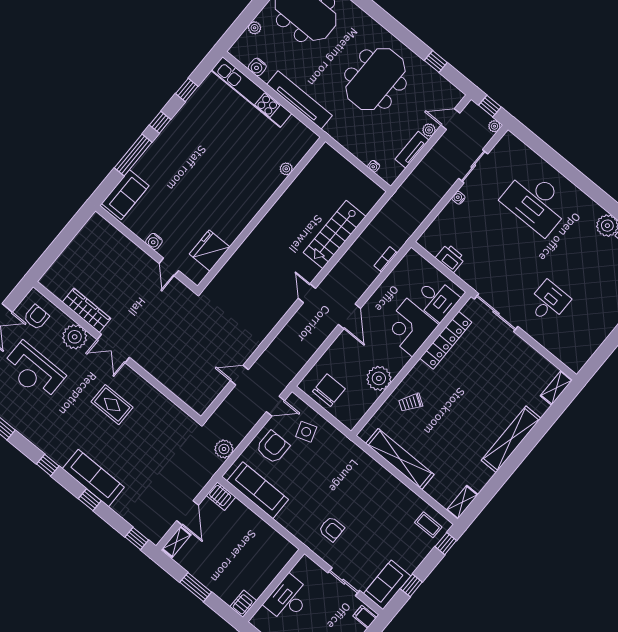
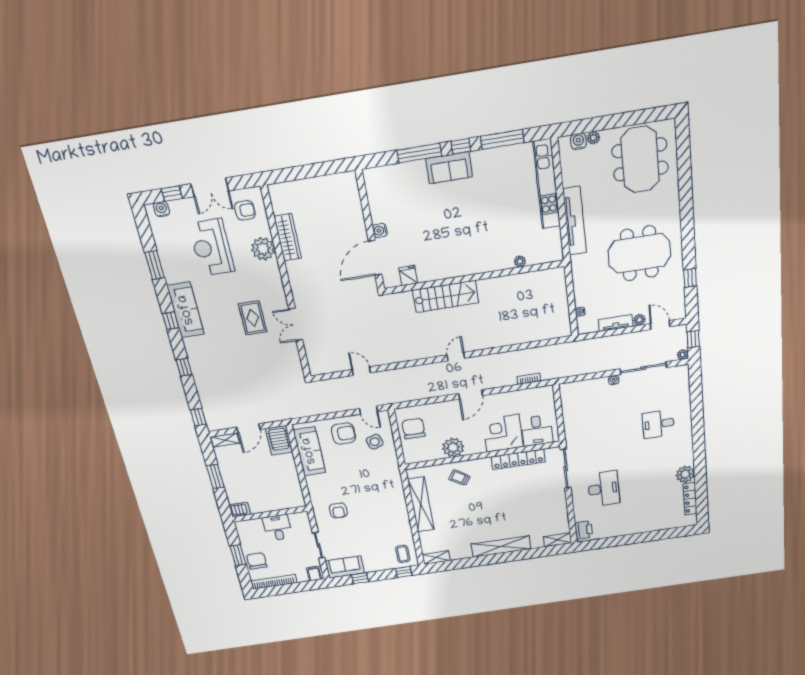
water cooler: (257, 67) -> (578, 141), moved, turned 90
window: (187, 90) -> (502, 139), width x2.17
sliding door: (473, 166) -> (643, 368), width x1.37
sofa: (125, 195) -> (449, 168), moved
desk: (536, 202) -> (658, 424), width x0.53, depth x0.77
stairs: (335, 234) -> (446, 296), moved, turned 180
fridge: (210, 251) -> (408, 275), width x0.53, depth x0.75
printer: (450, 258) -> (584, 530), moved
door: (169, 267) -> (375, 258), width x1.88
desk: (548, 302) -> (604, 489), width x1.37
double door: (113, 349) -> (296, 324), moved
chair: (329, 390) -> (413, 429), turned -90
plant: (224, 449) -> (309, 409), removed
sofa: (93, 478) -> (186, 310), moved
server rack: (221, 496) -> (279, 440), width x1.36, depth x1.44
desk: (288, 599) -> (277, 528), width x0.73

